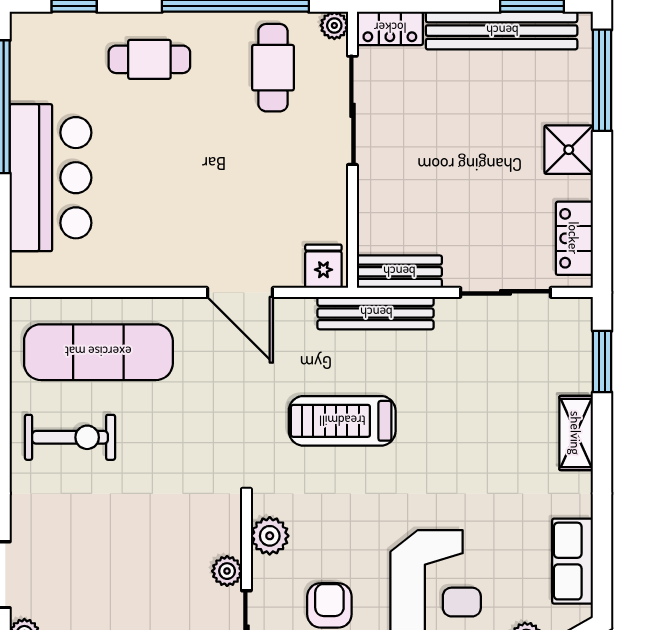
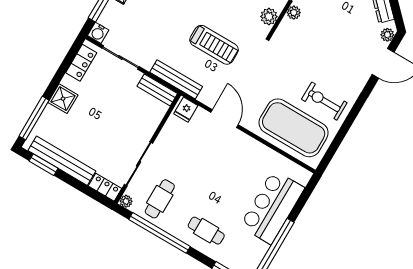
water cooler: (576, 314) -> (98, 33), added
exercise mat: (98, 352) -> (294, 128), width x1.47

